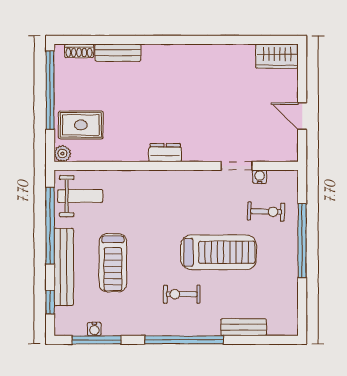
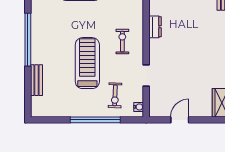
water cooler: (260, 177) -> (139, 107), moved
treadmill: (219, 252) -> (87, 63), turned 180
exercise bike: (182, 294) -> (122, 42), moved

